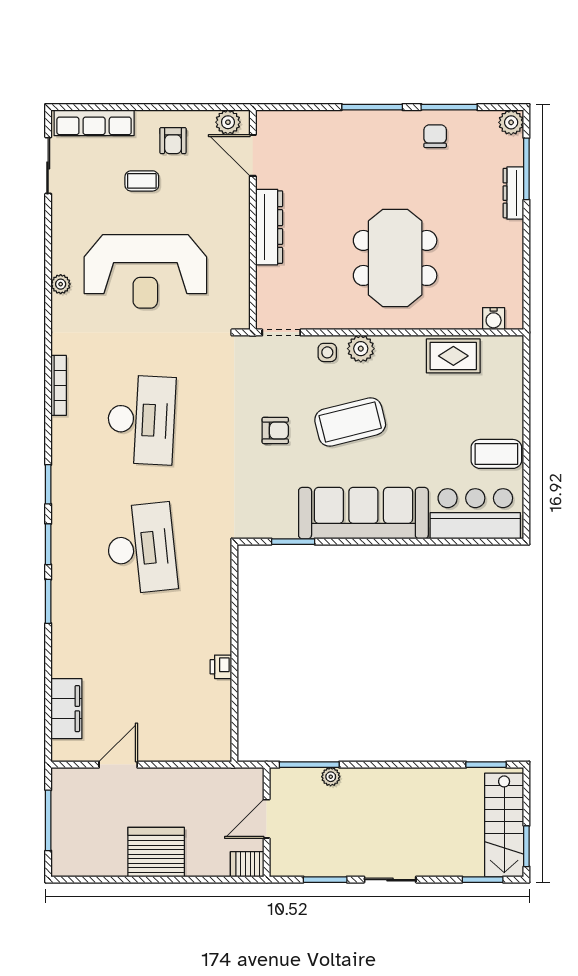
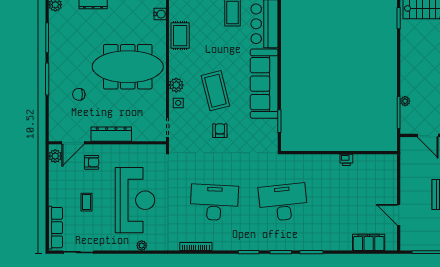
chair: (435, 136) -> (79, 94), moved
armchair: (173, 141) -> (92, 162), moved
meeting table: (395, 258) -> (128, 67), width x1.36

